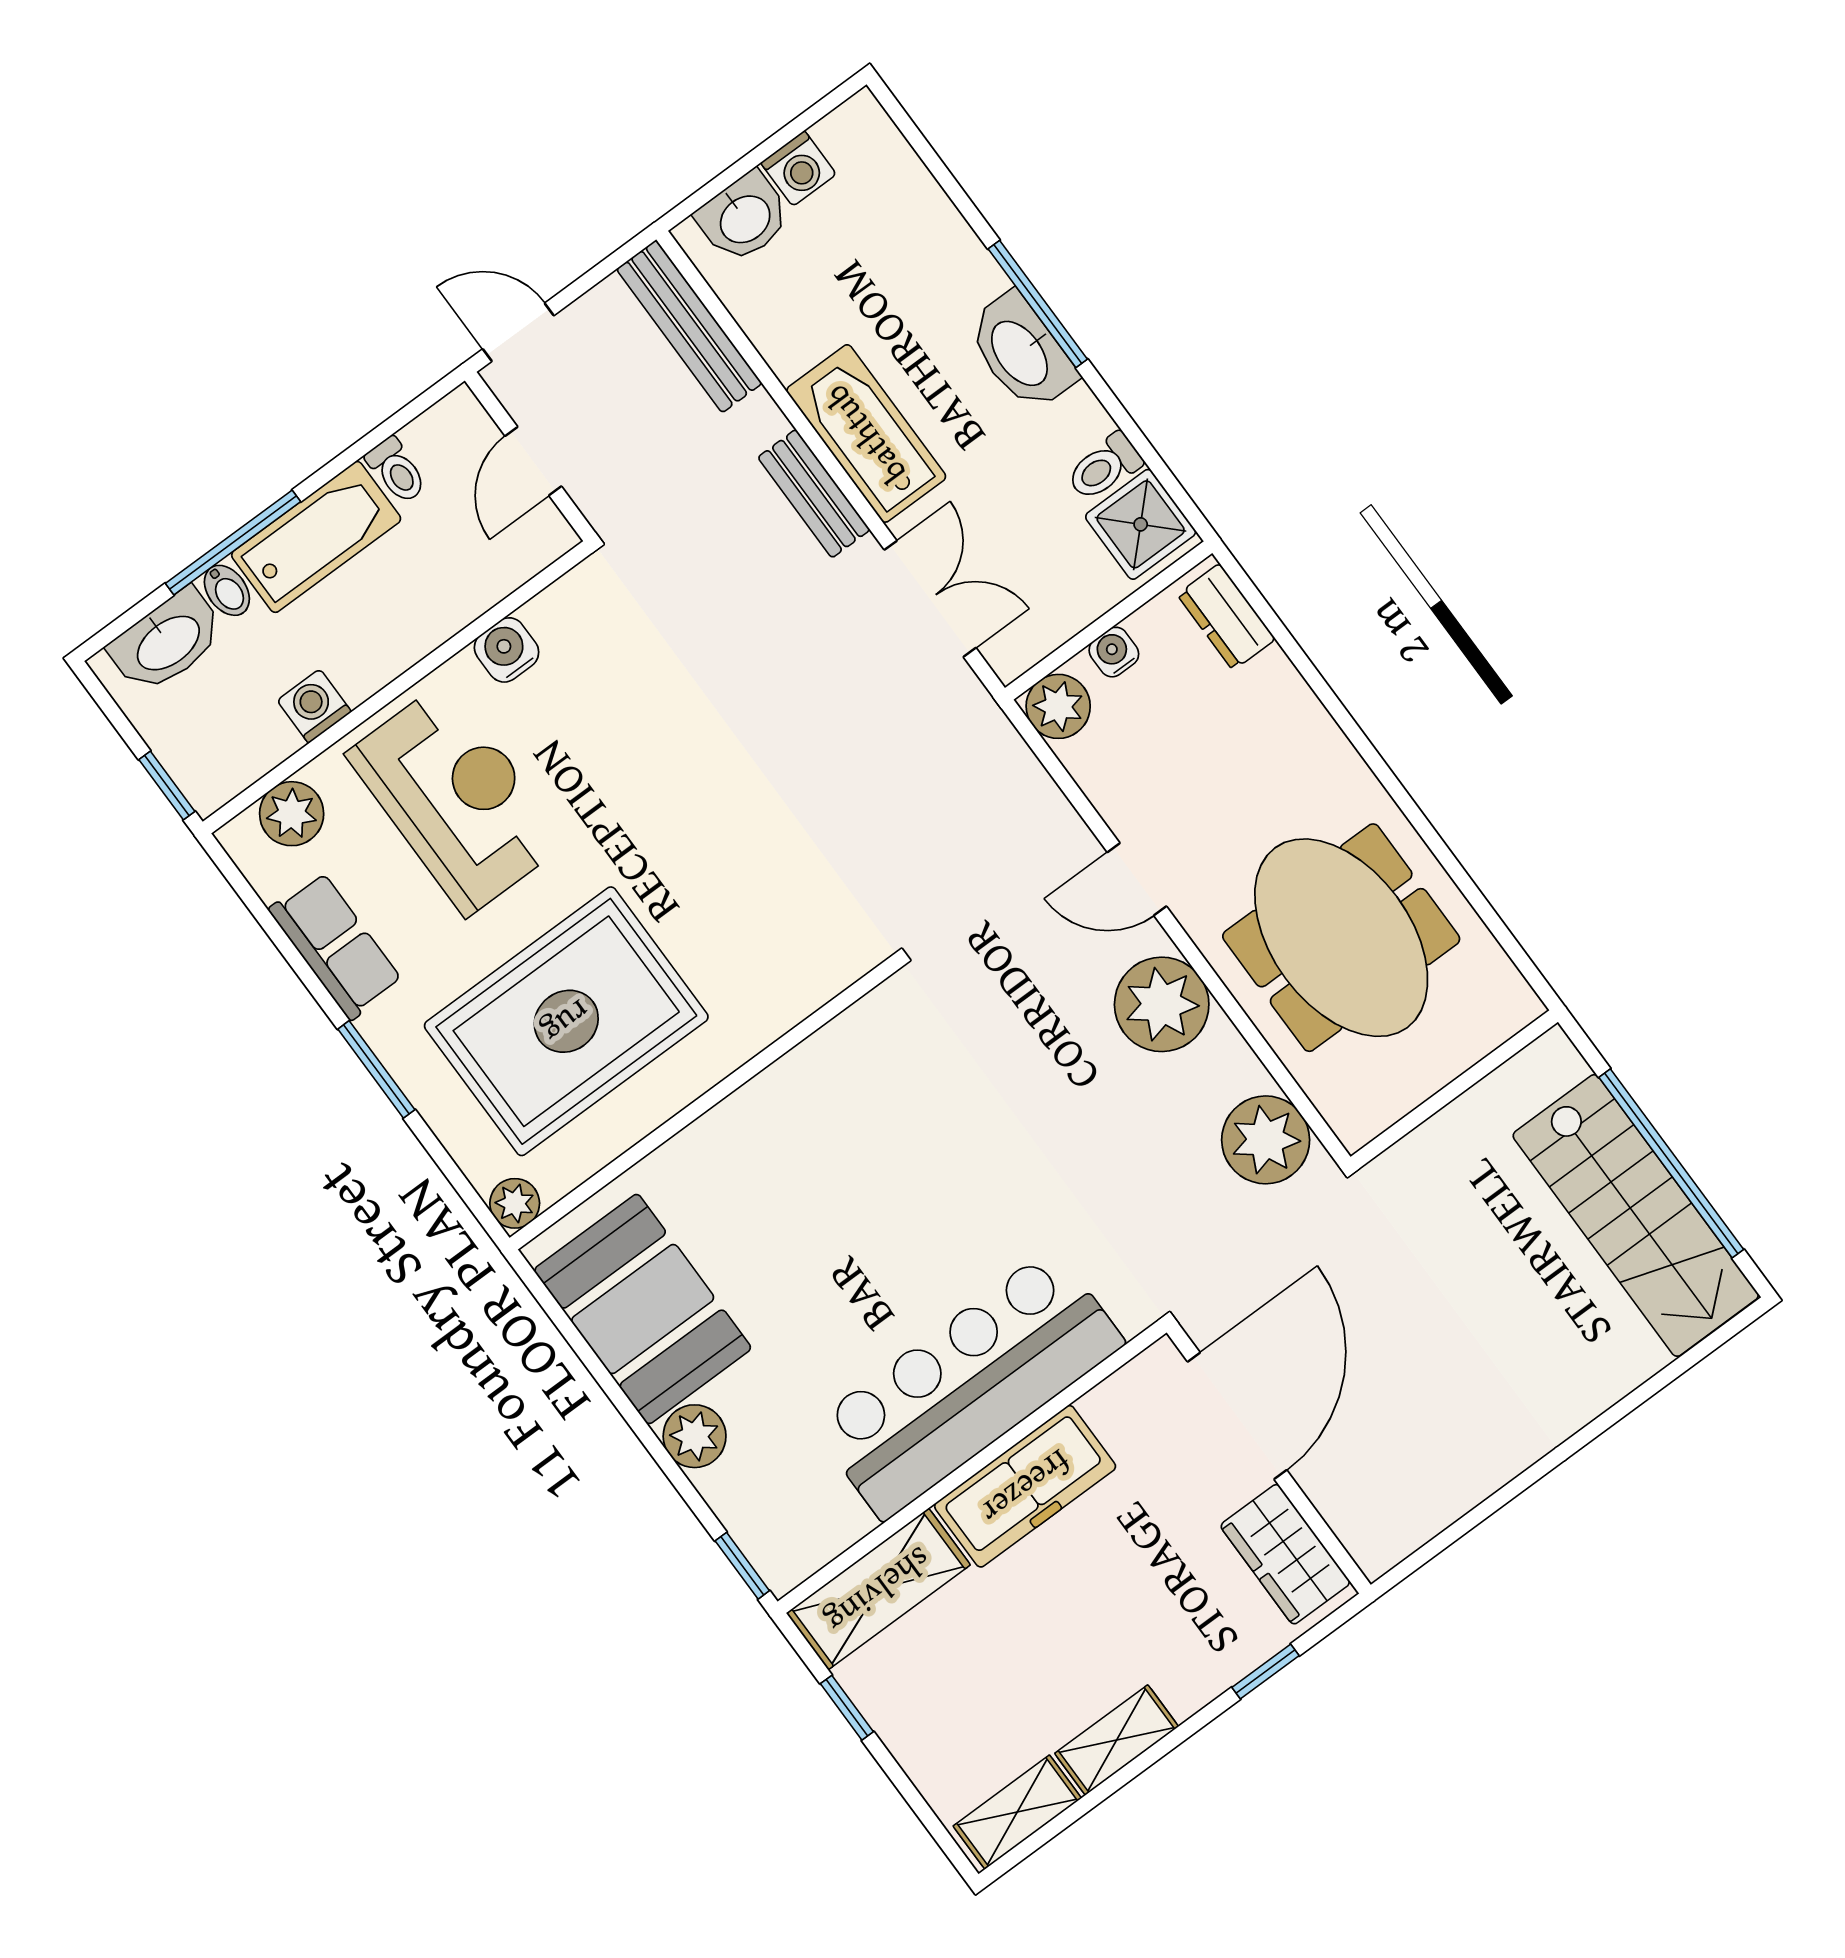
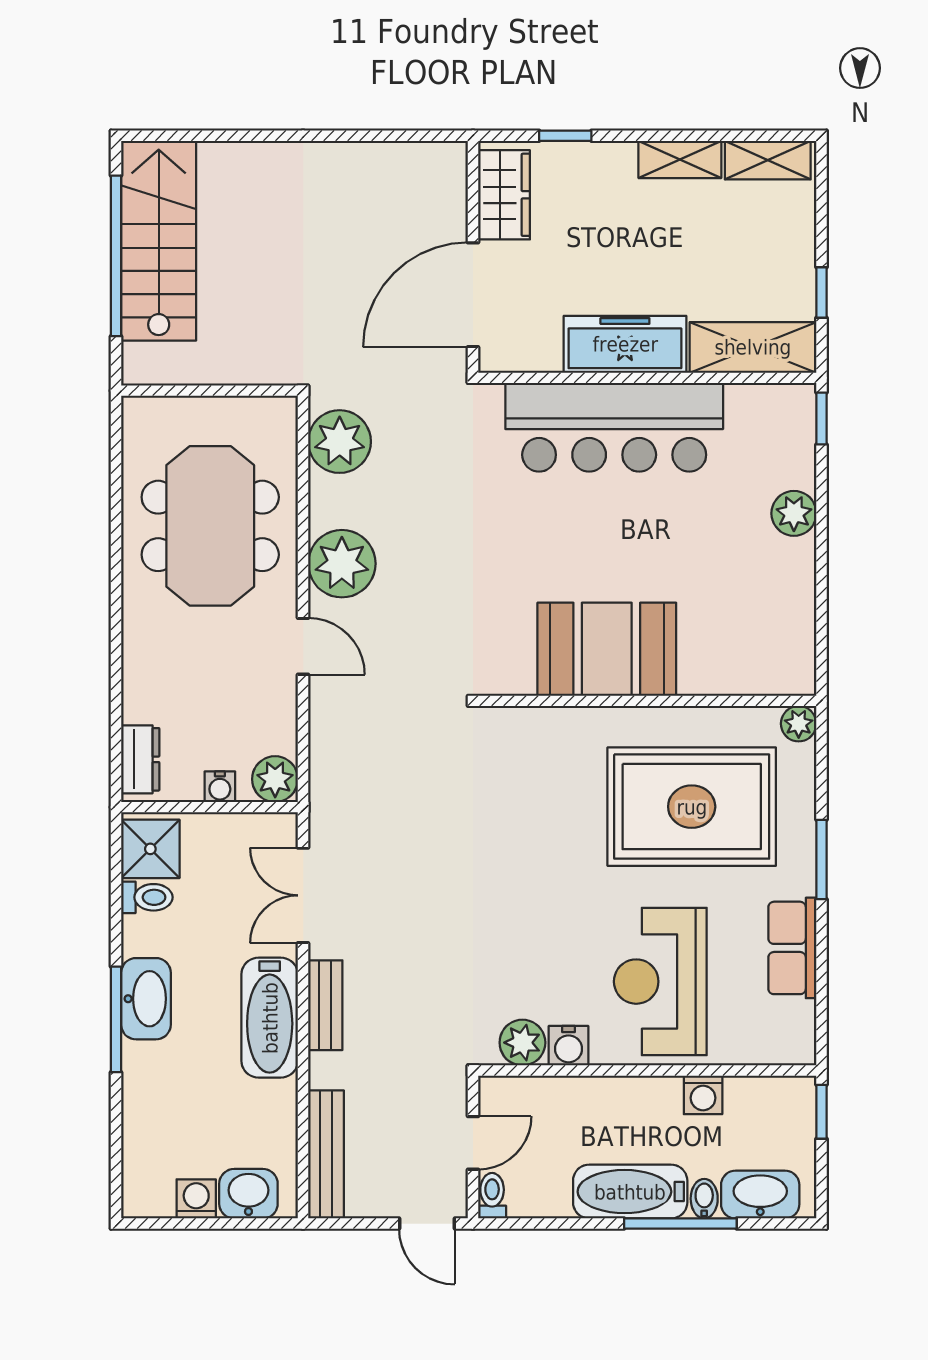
toilet: (396, 470) -> (492, 1196), moved
plant: (292, 814) -> (522, 1043), moved
booth: (643, 1309) -> (607, 649), moved, turned 90

